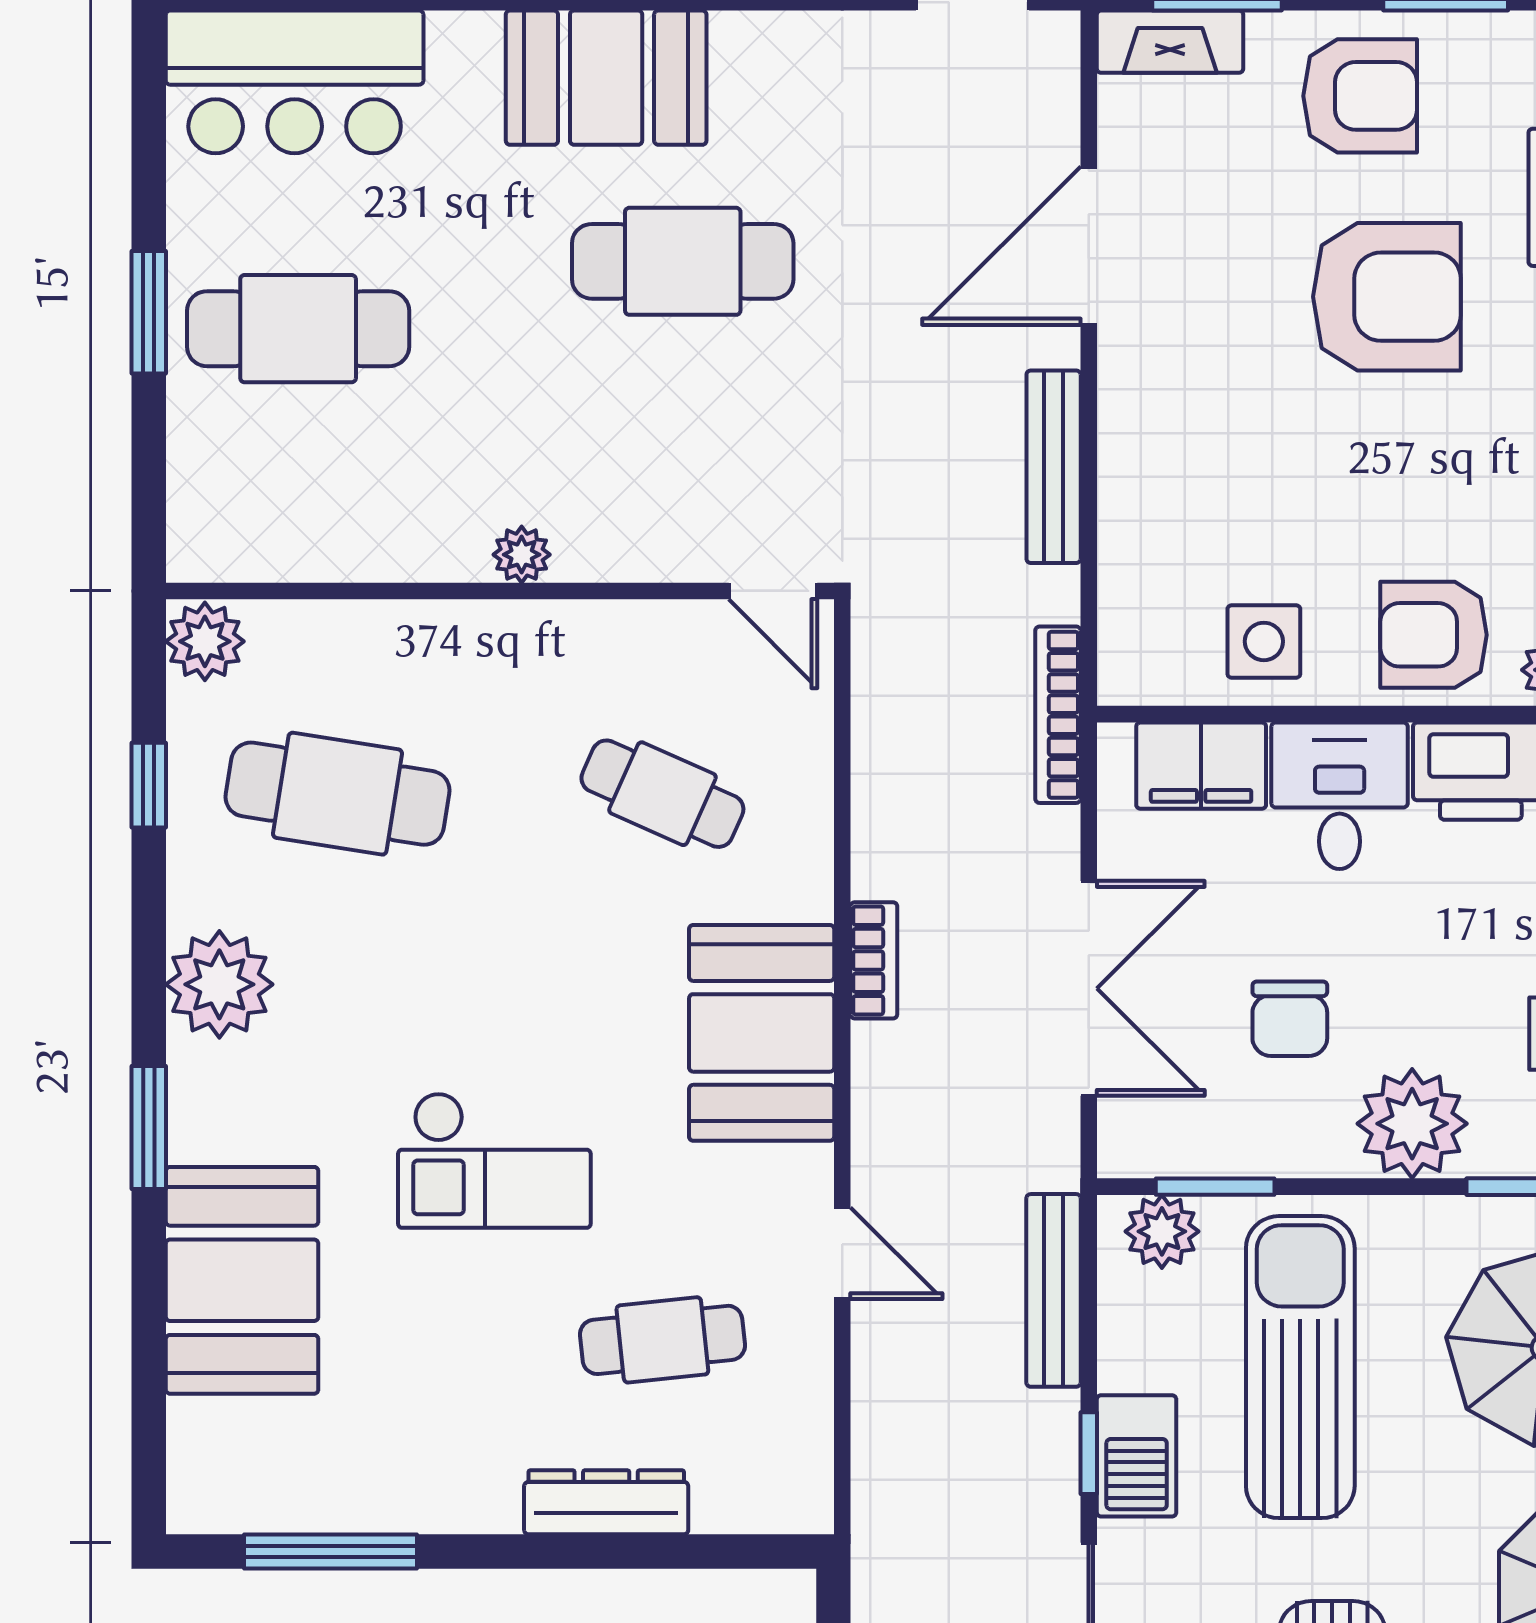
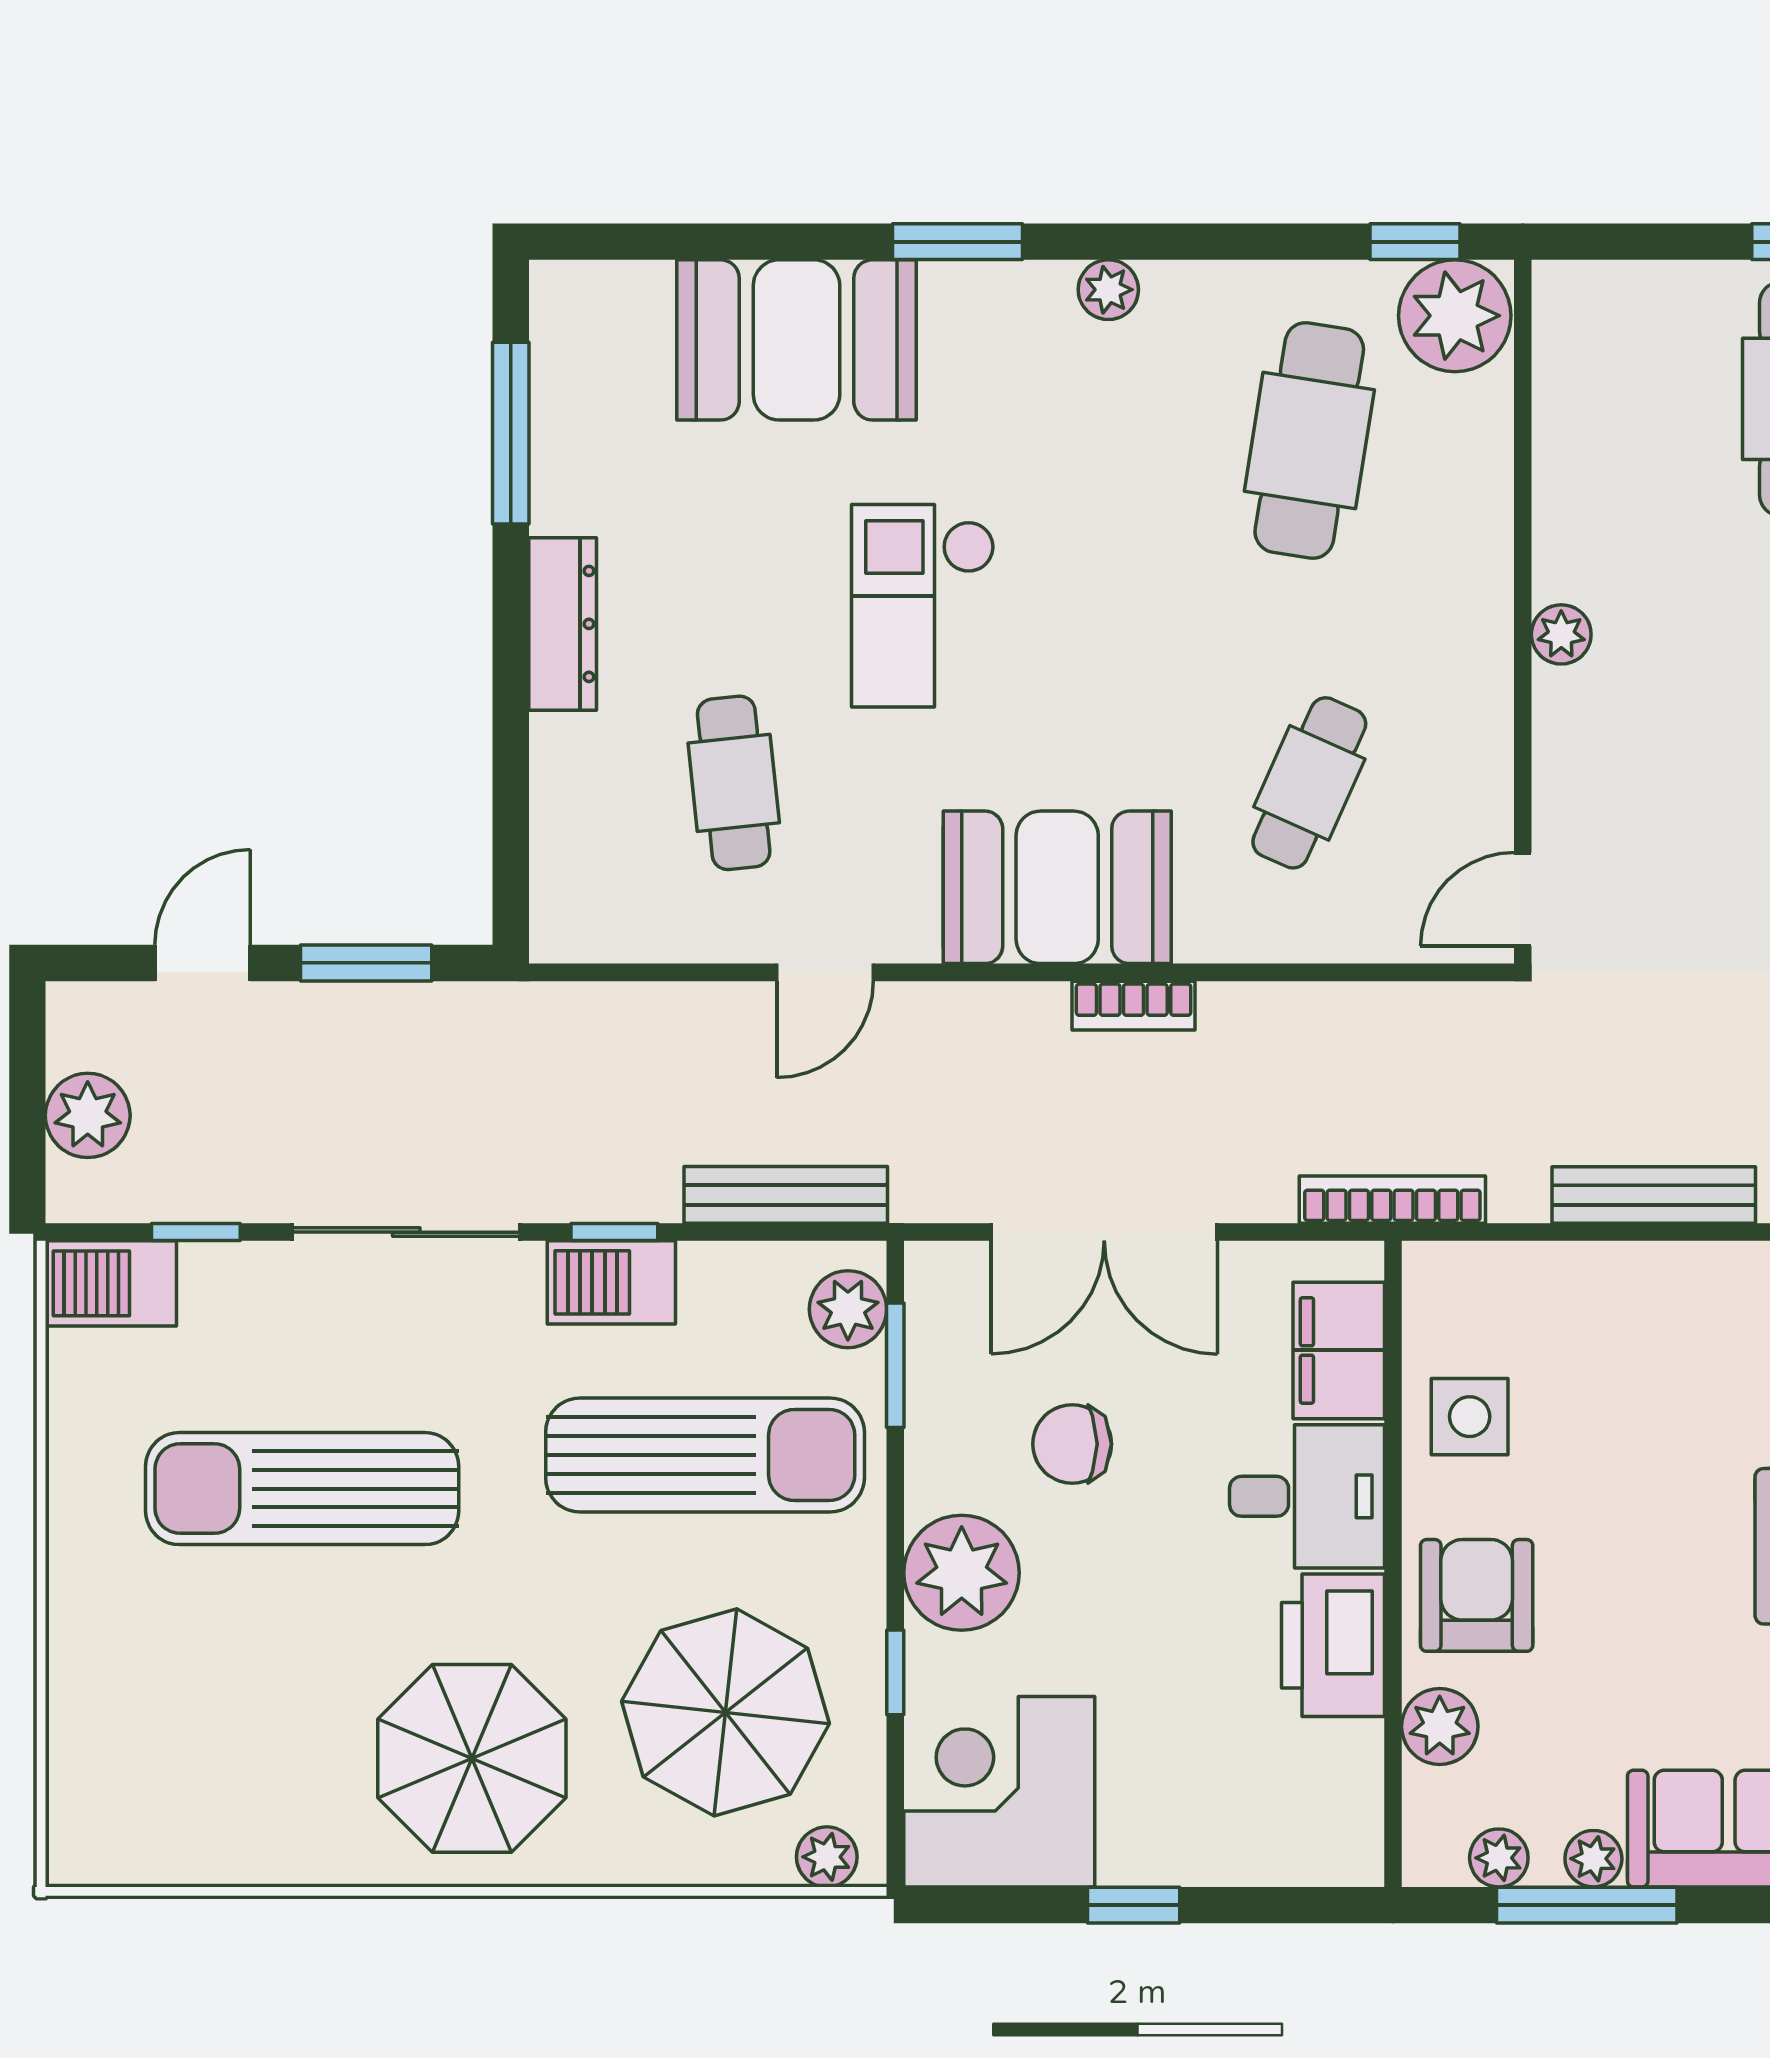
plant: (205, 641) -> (1455, 316), width x1.36, depth x1.36
window: (149, 785) -> (1415, 242), moved
plant: (219, 984) -> (1108, 290), width x0.53, depth x0.53
dresser: (606, 1502) -> (563, 624), moved

